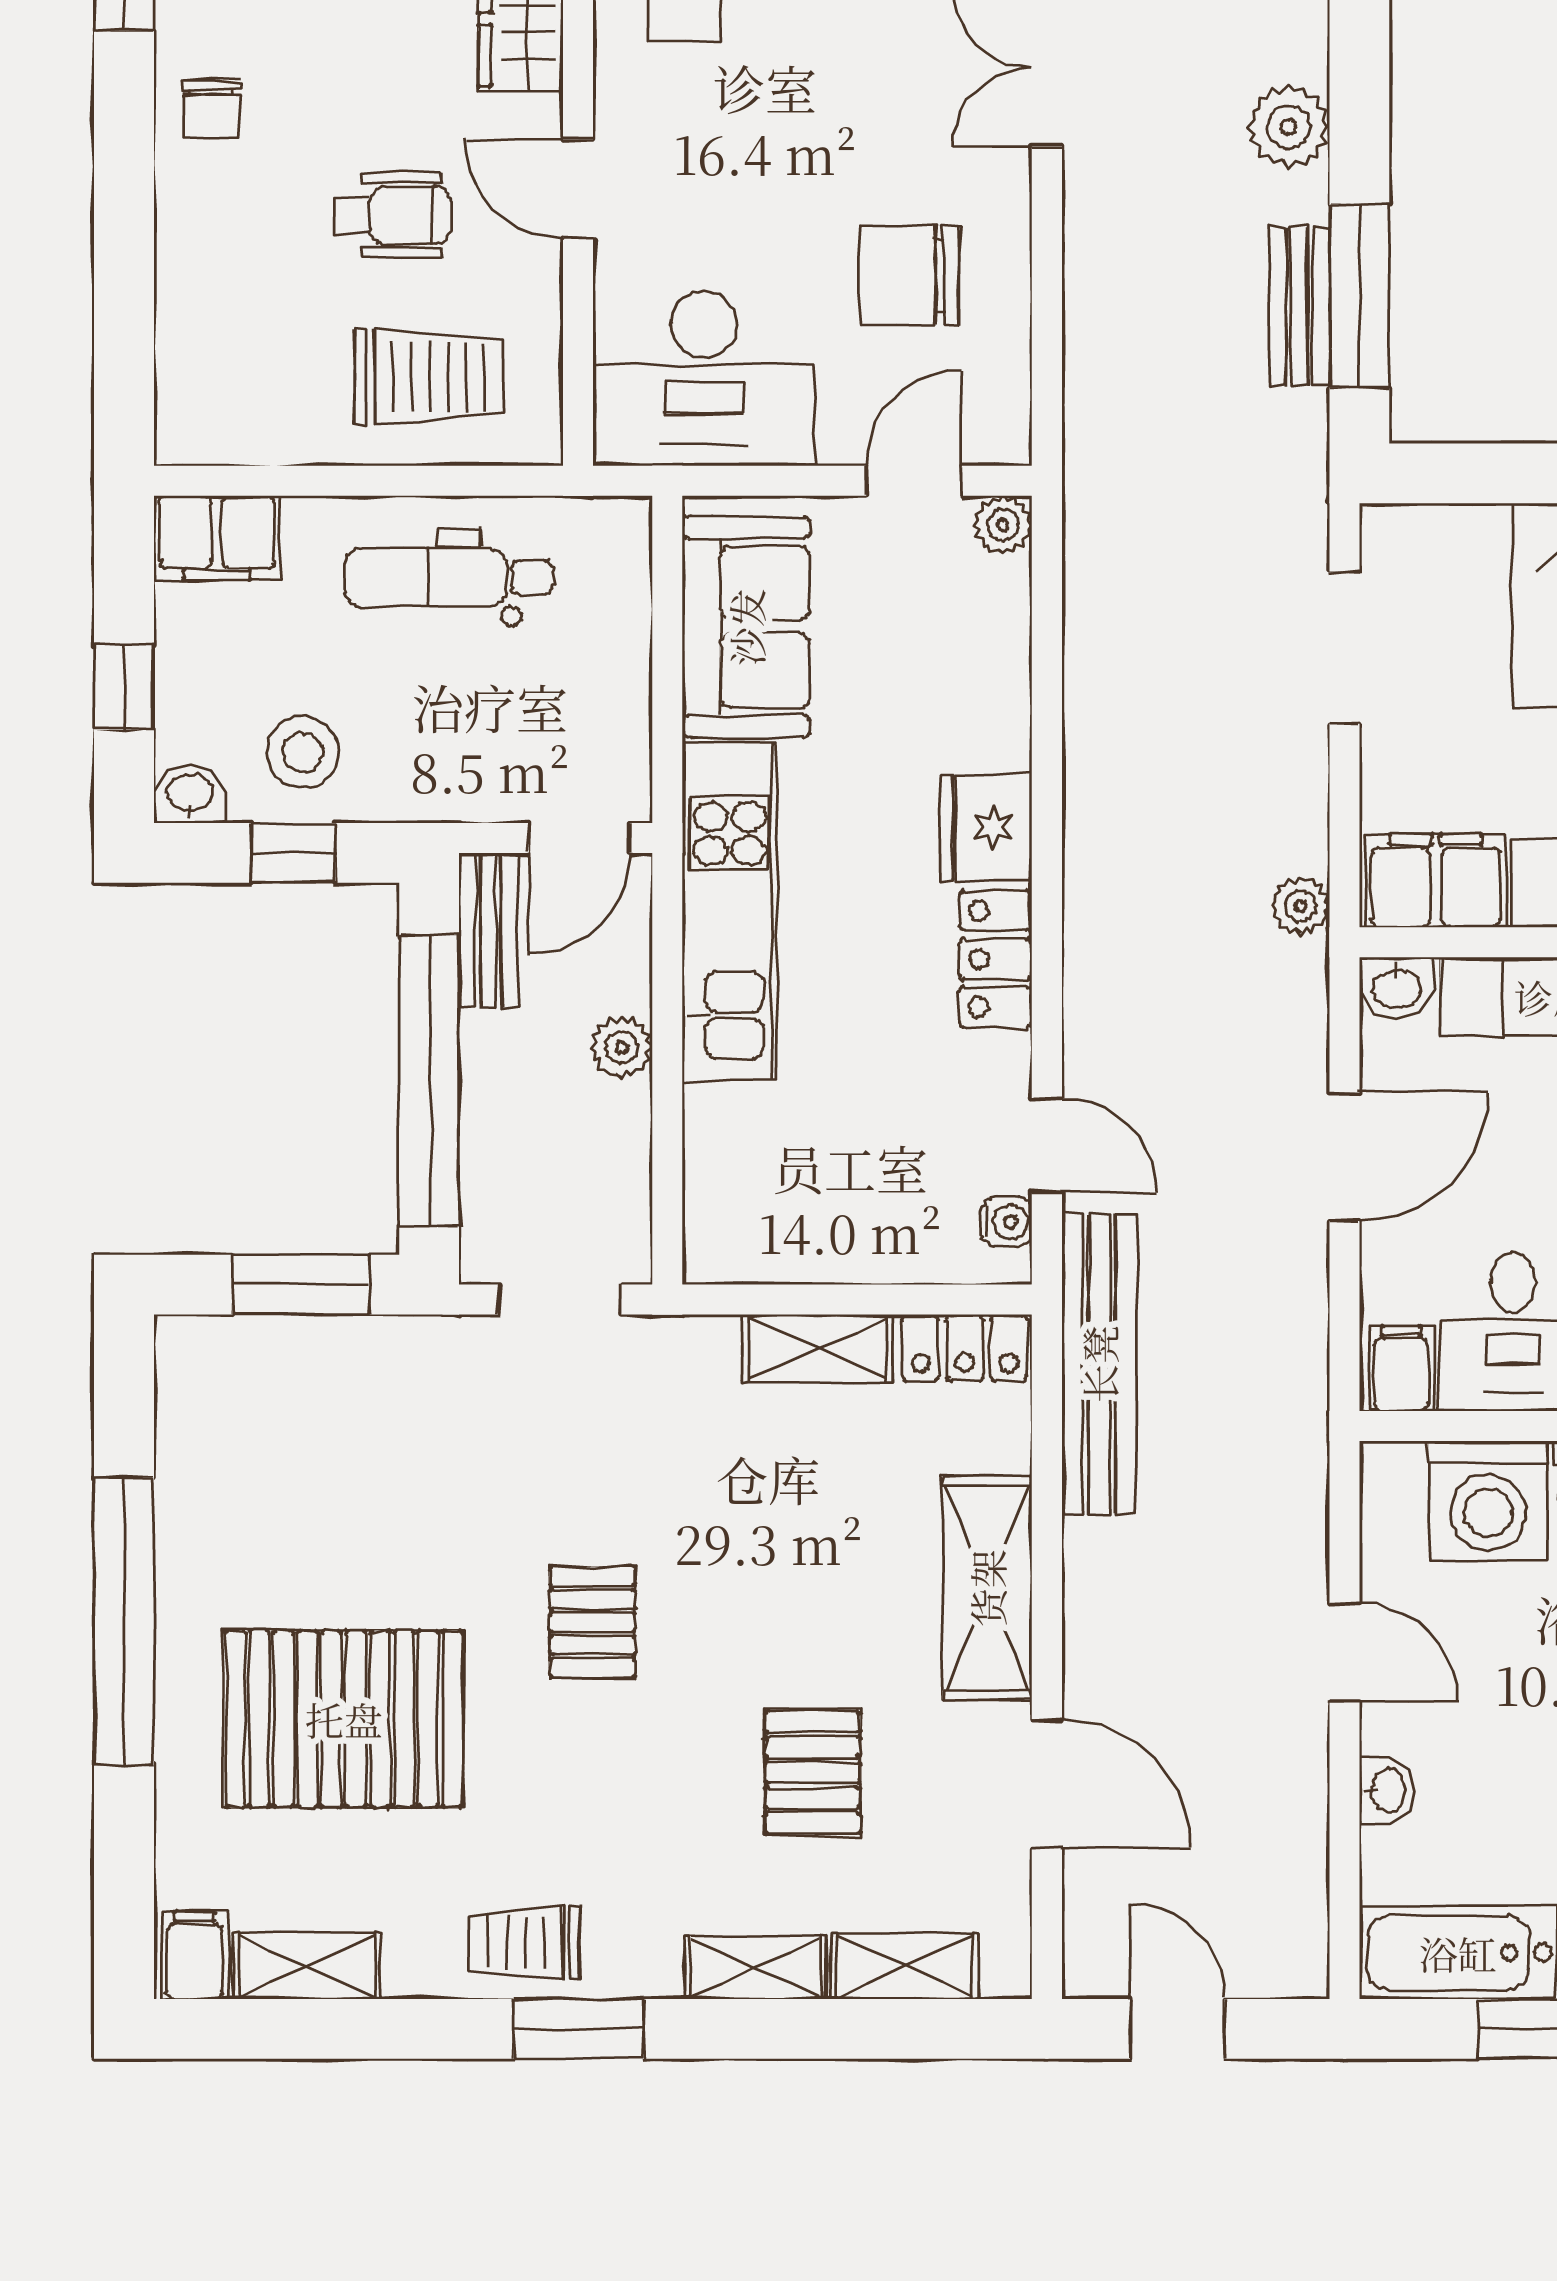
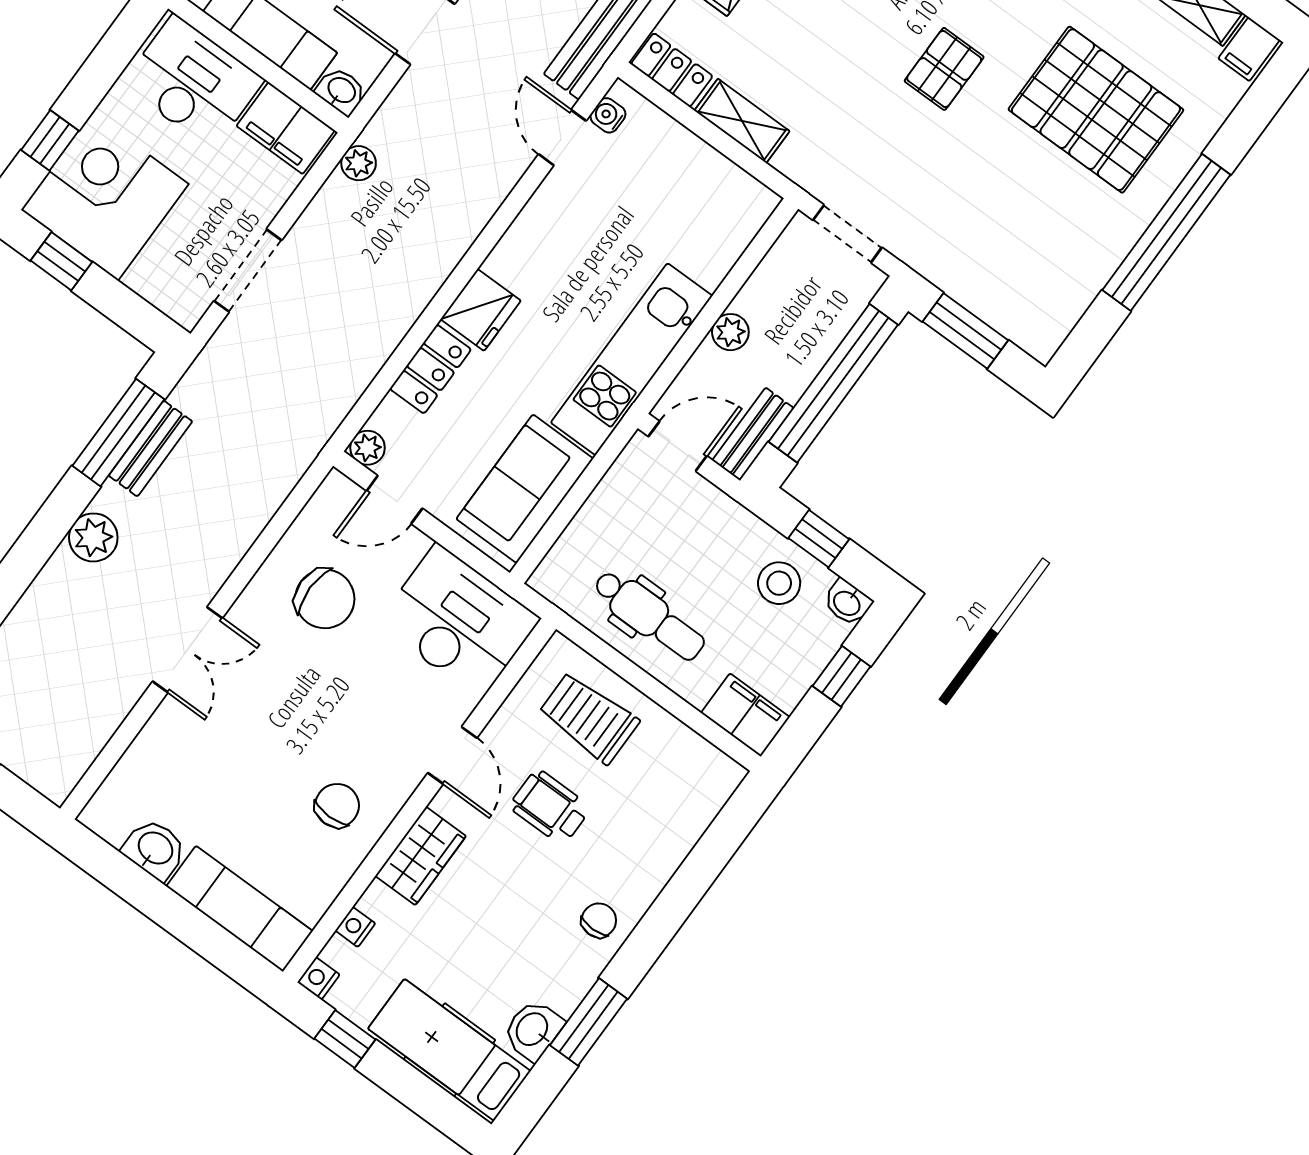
locker: (995, 959) -> (430, 369), moved

